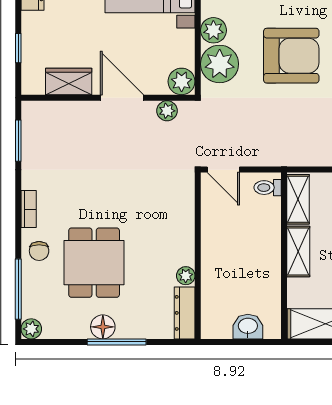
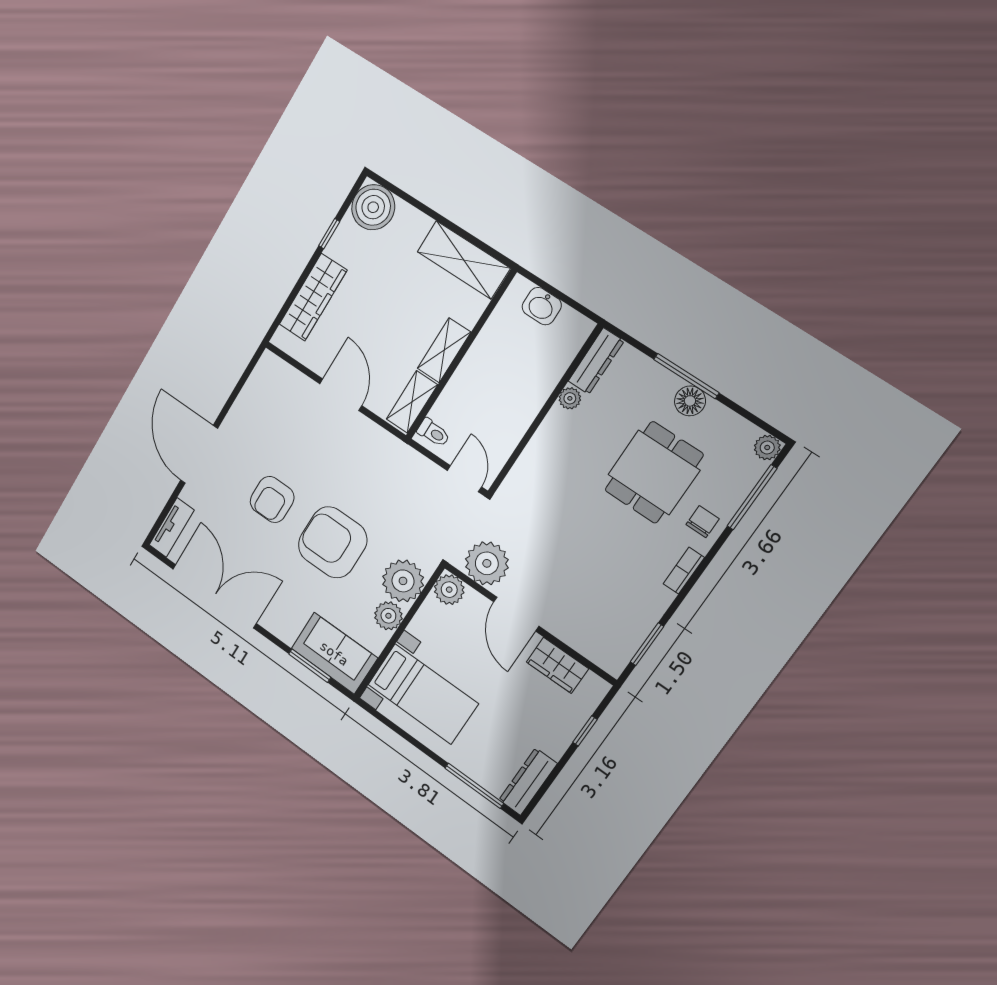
plant: (167, 111) -> (487, 563), width x1.88, depth x1.88

